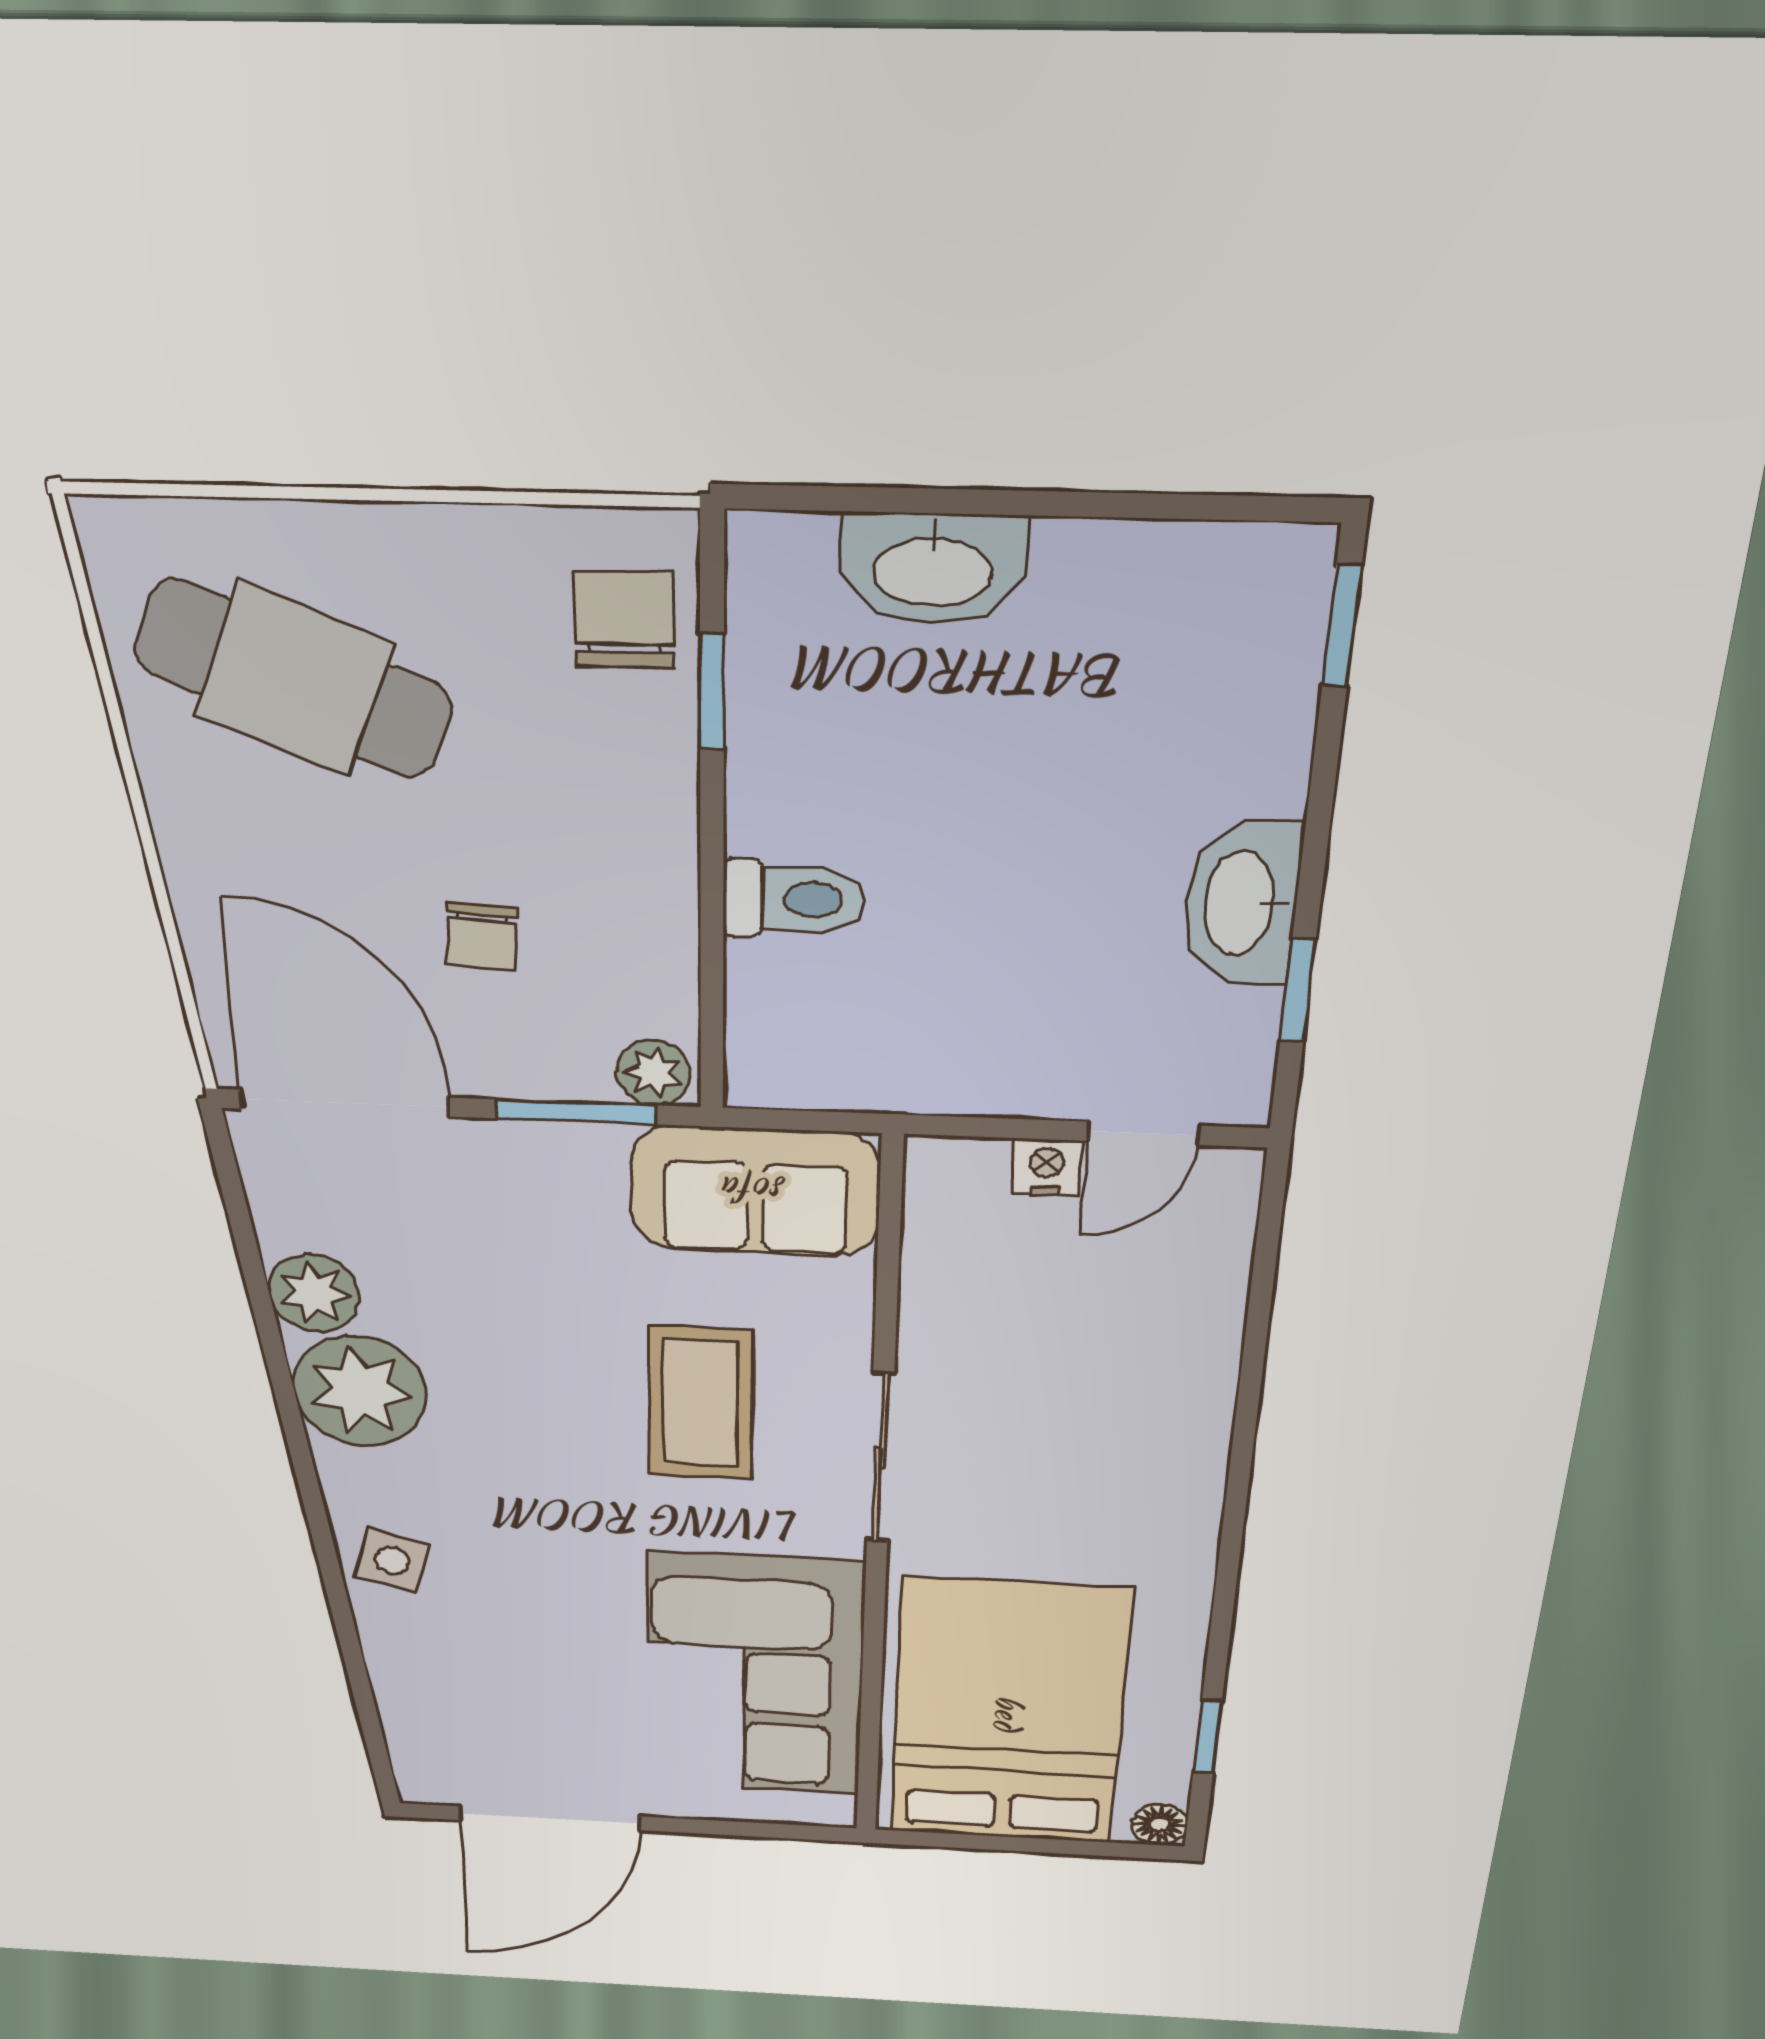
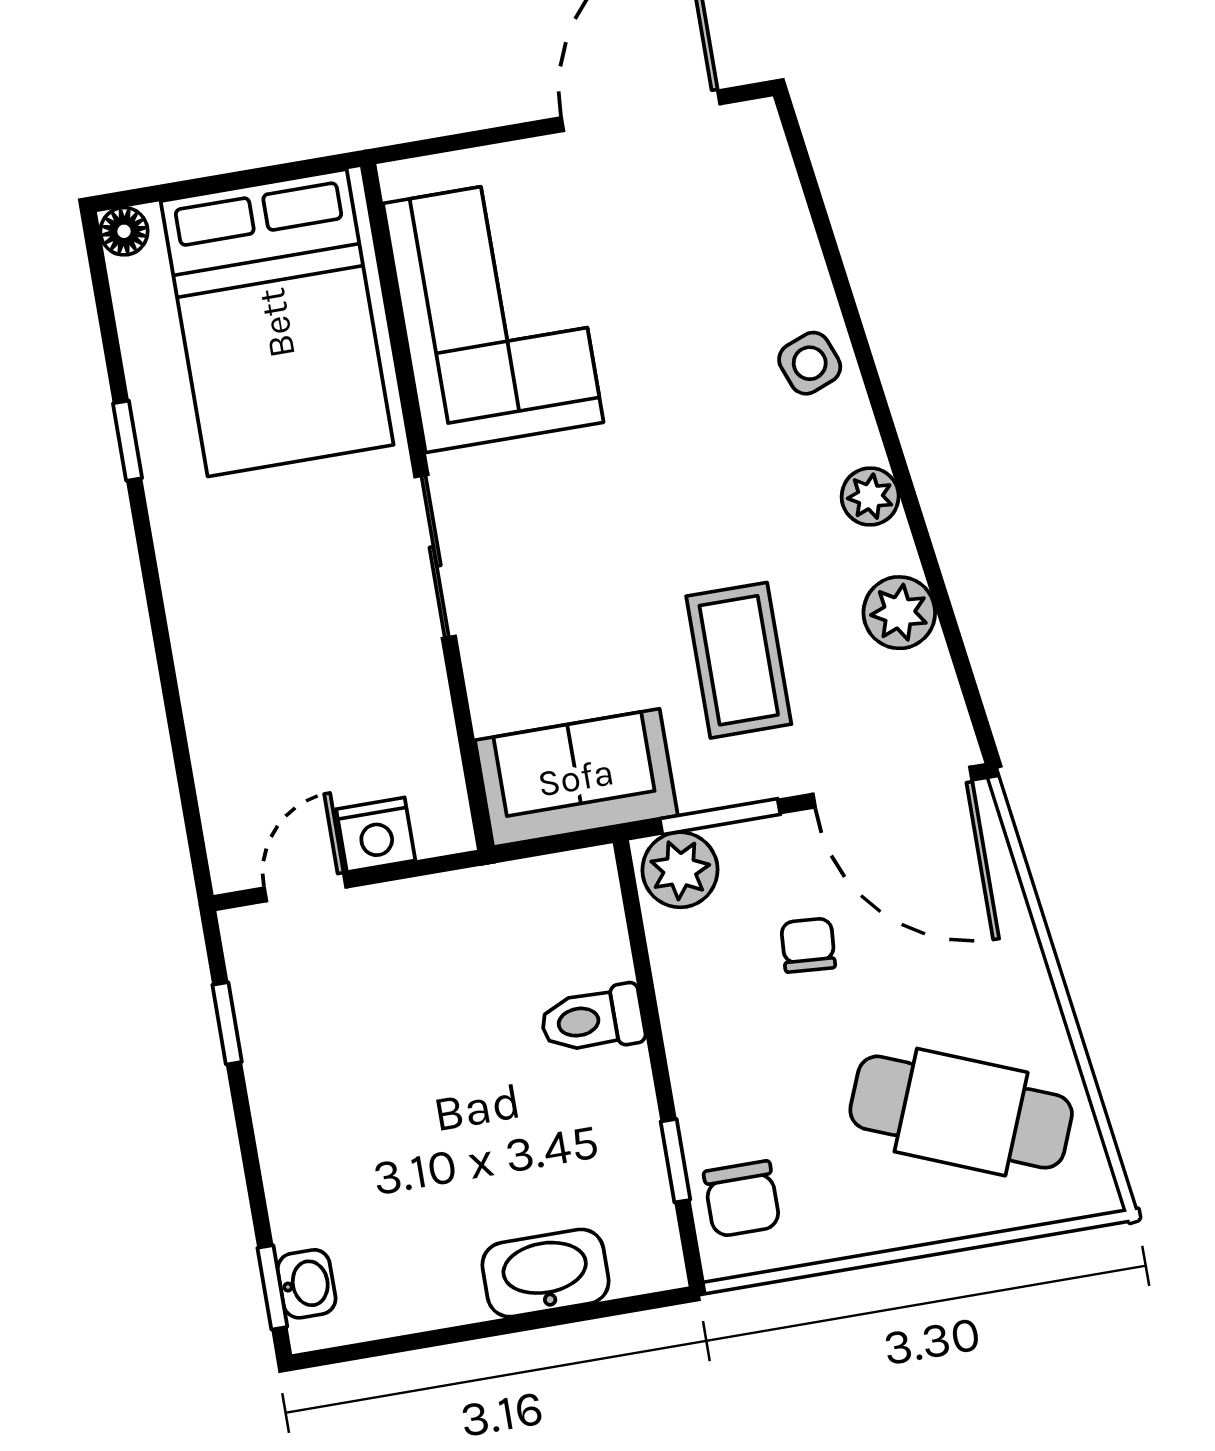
washbasin: (1242, 903) -> (307, 1284), moved, width x0.52, depth x0.69
plant: (654, 1073) -> (680, 870), width x1.38, depth x1.38
nightstand: (1047, 1167) -> (376, 835), width x1.39, depth x1.35
plant: (360, 1391) -> (870, 496), width x0.53, depth x0.53
coffee table: (700, 1403) -> (739, 660), moved
side table: (392, 1561) -> (810, 363), turned -37
window: (1208, 1737) -> (128, 441), moved

